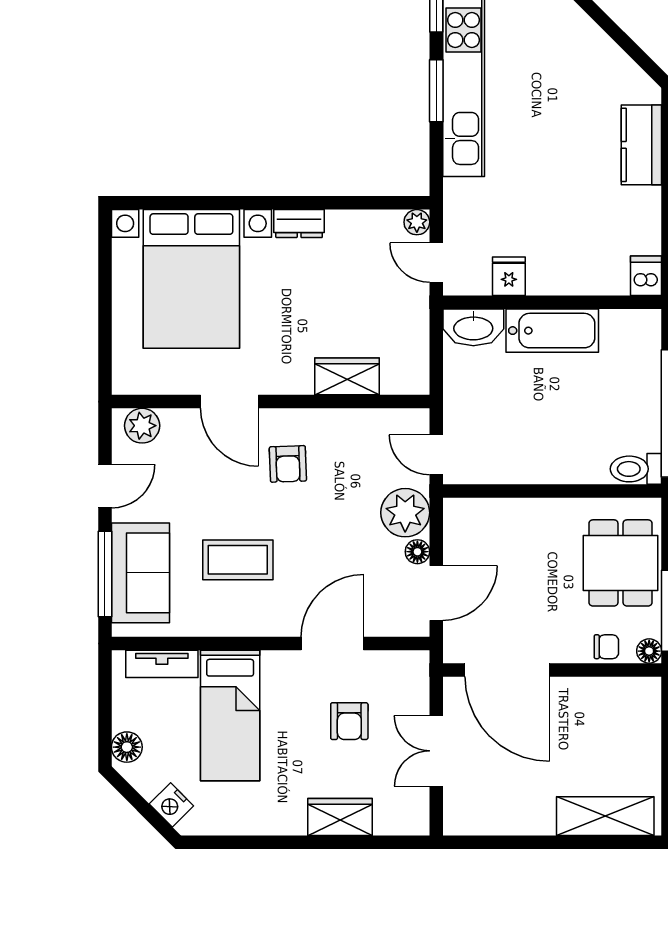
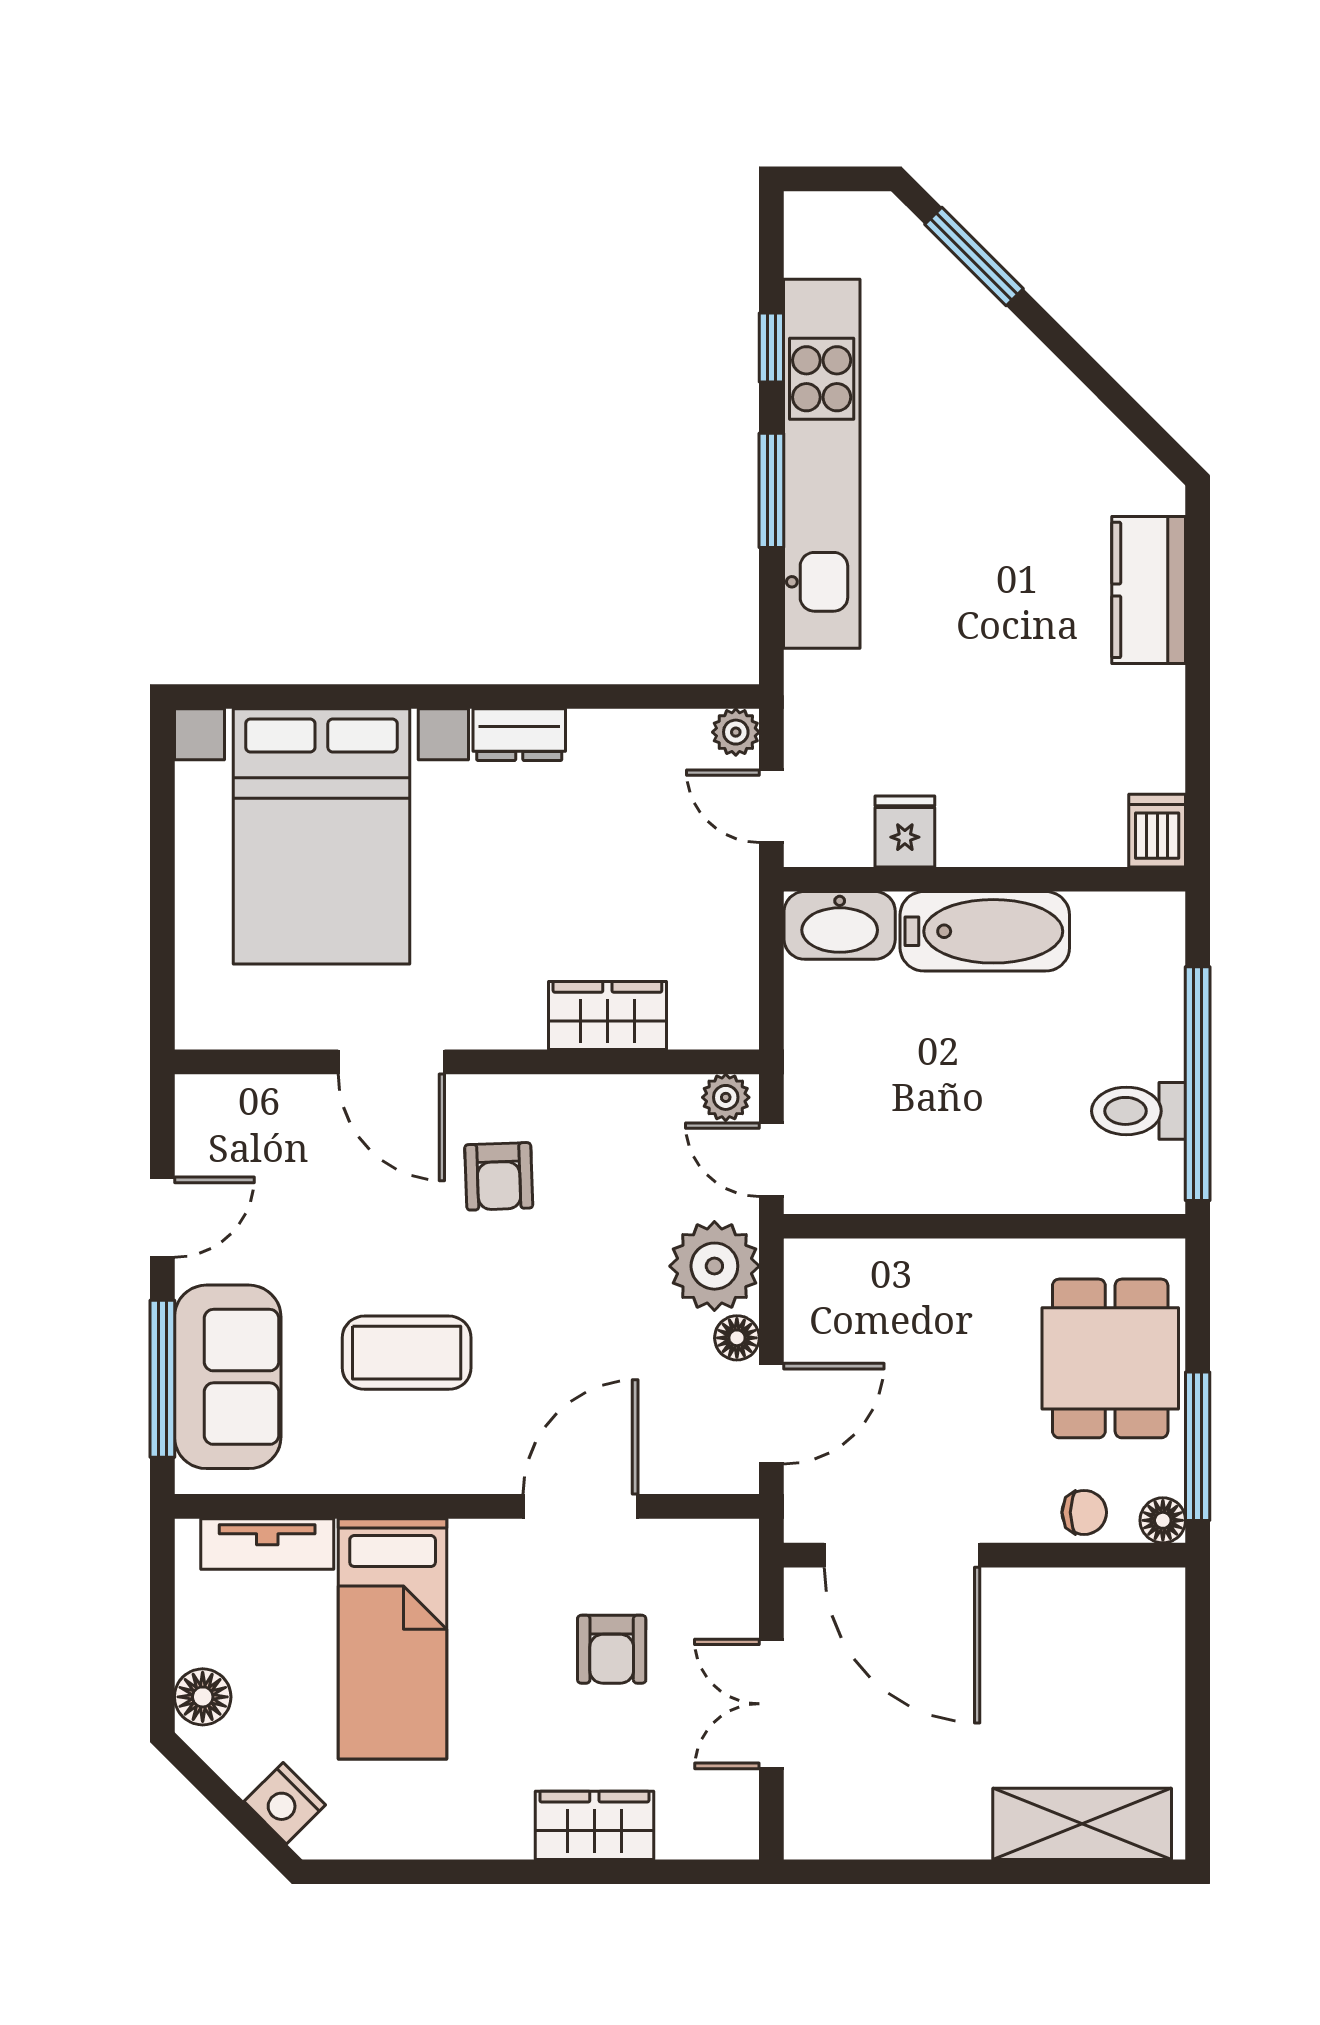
plant: (142, 426) -> (726, 1097), moved, width x0.73, depth x0.73
toilet: (636, 469) -> (1139, 1111), moved

